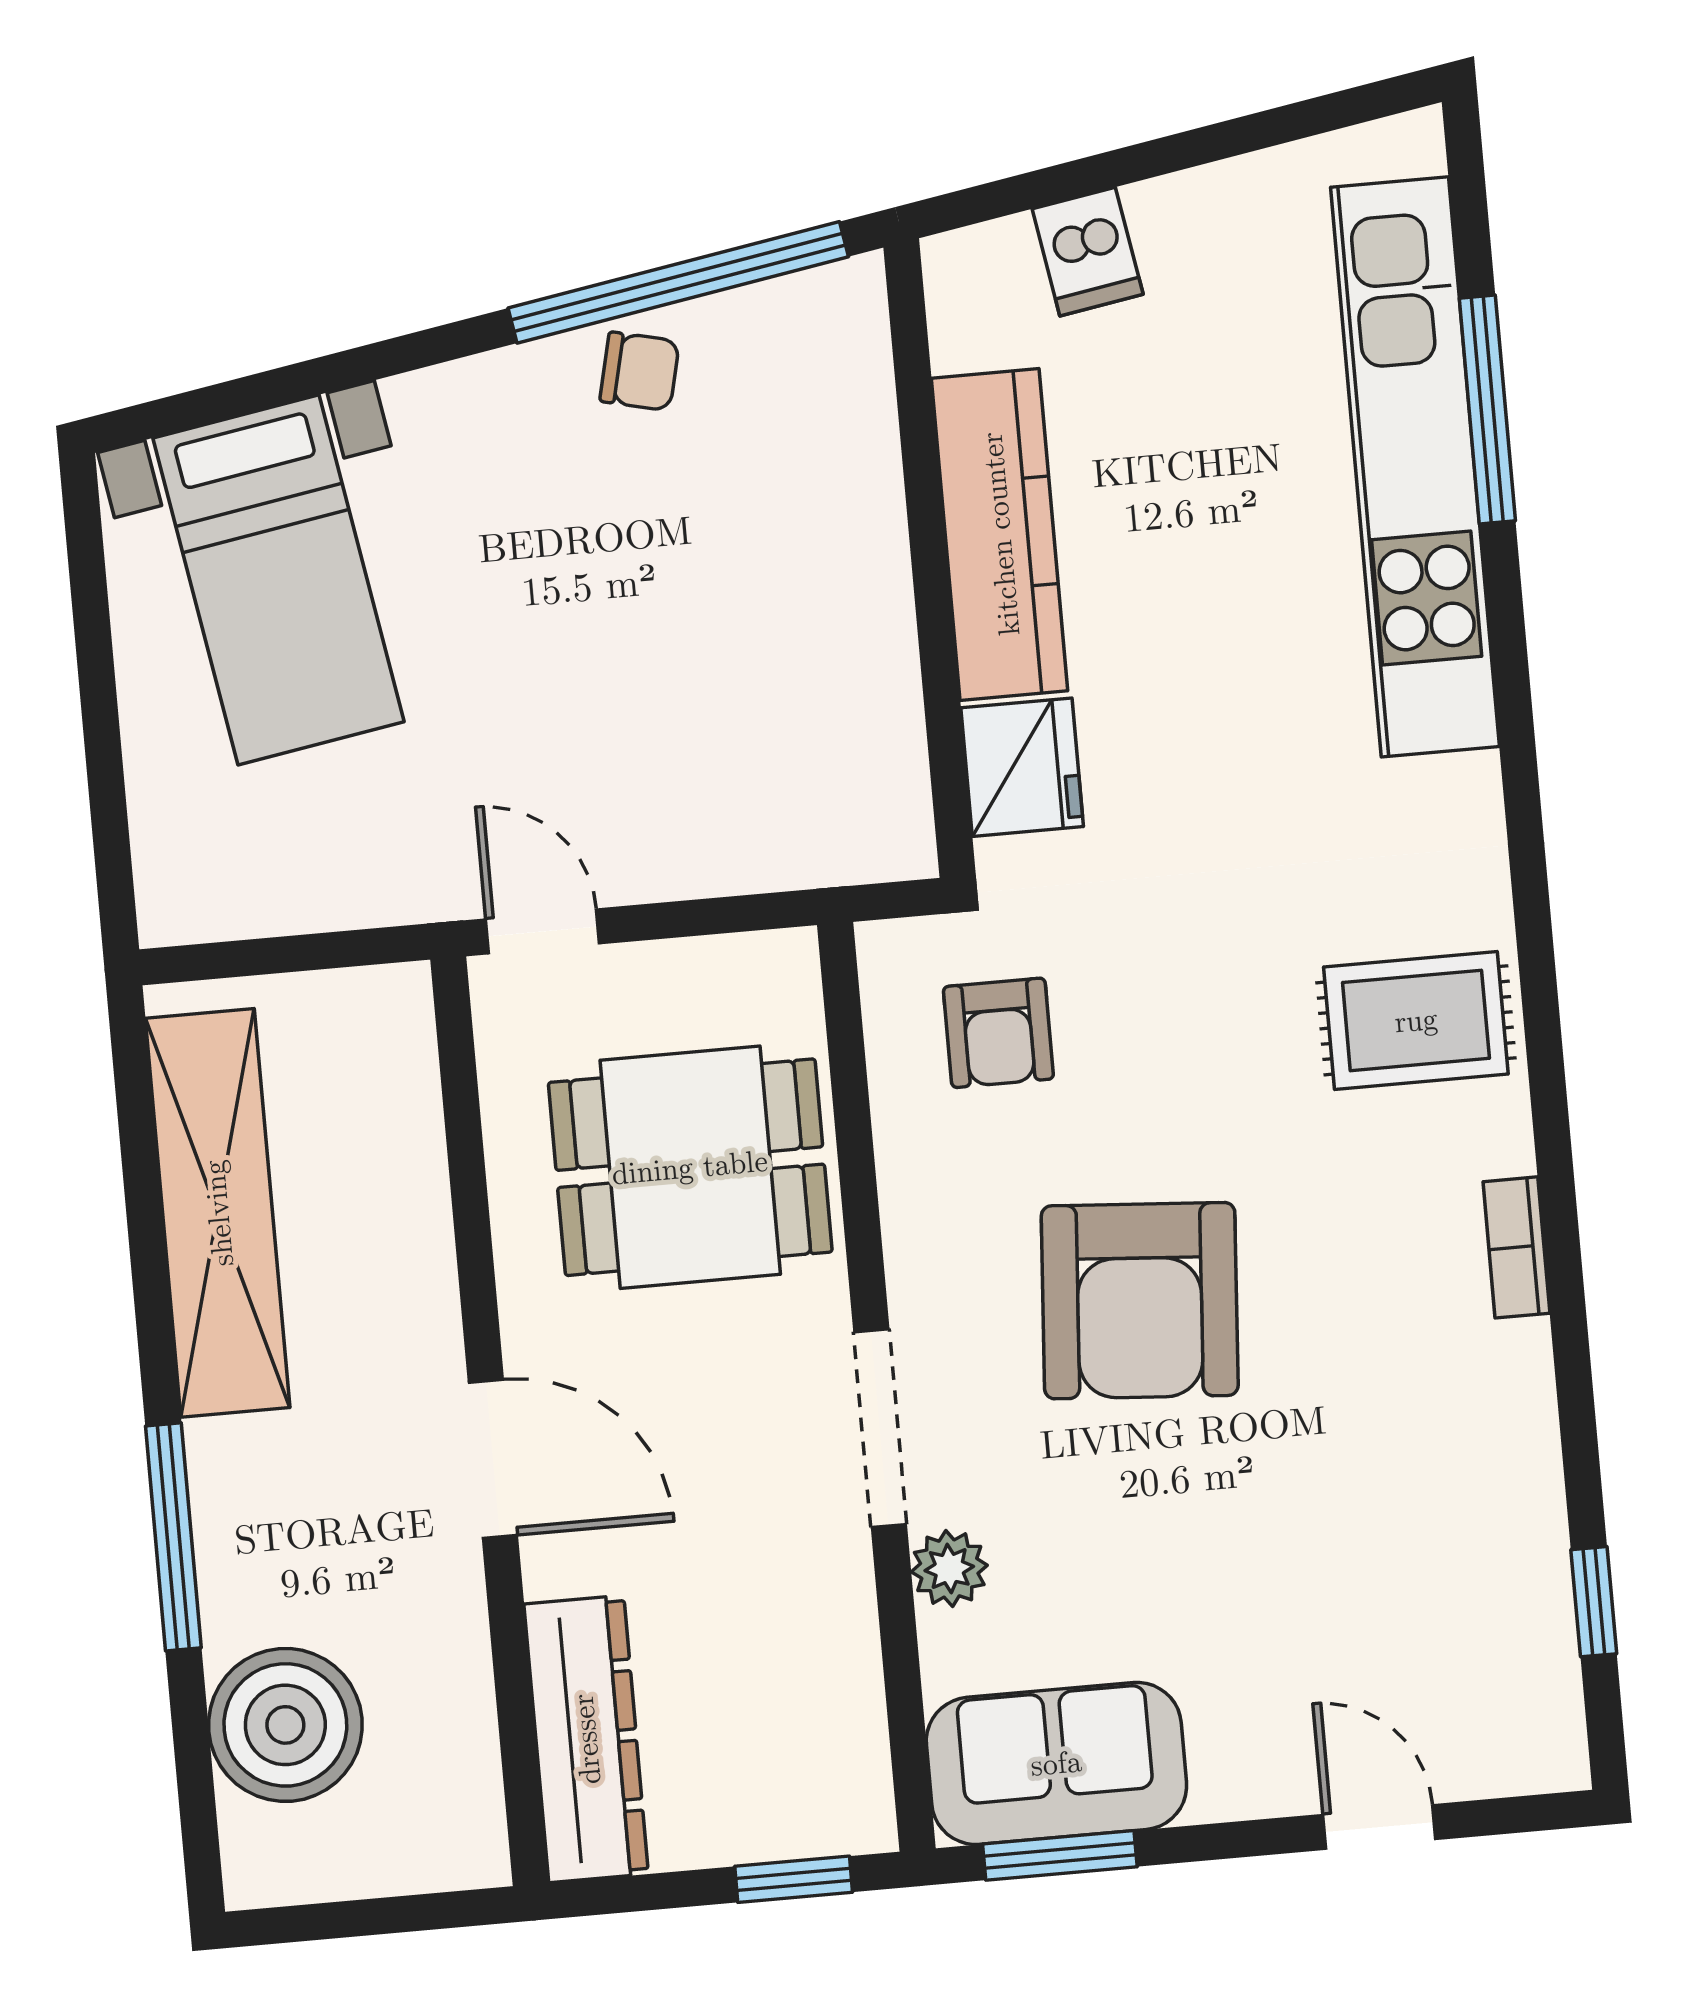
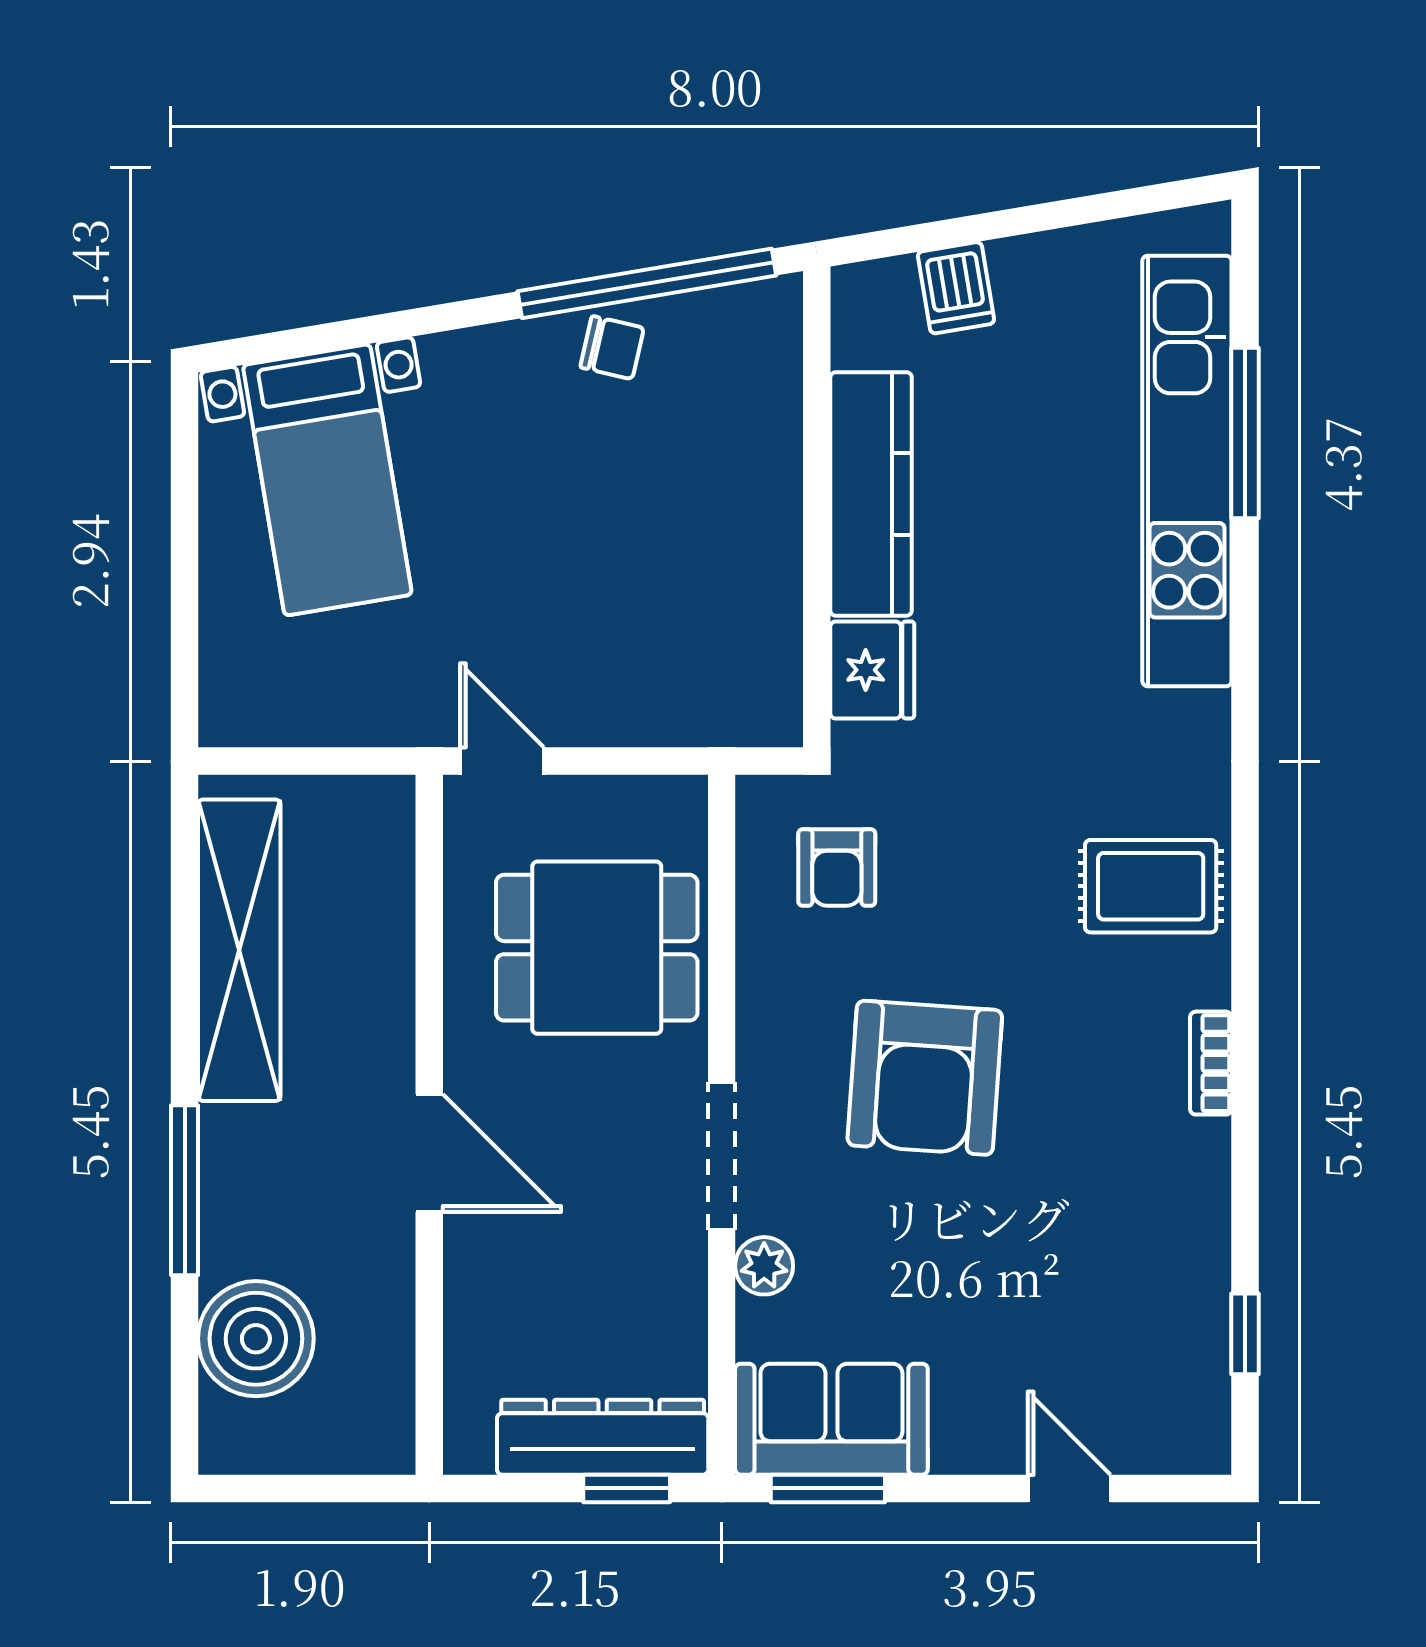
dresser: (586, 1739) -> (603, 1437), moved, turned -90

